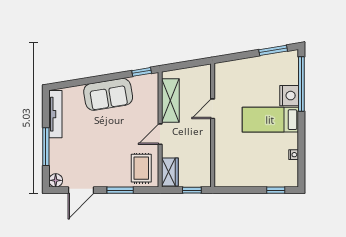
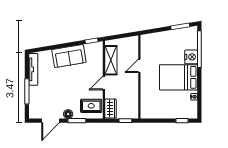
bed: (270, 120) -> (178, 77), width x1.50
rug: (141, 168) -> (91, 106), turned 90
floor lamp: (56, 180) -> (68, 114), moved

